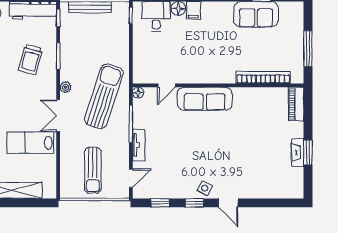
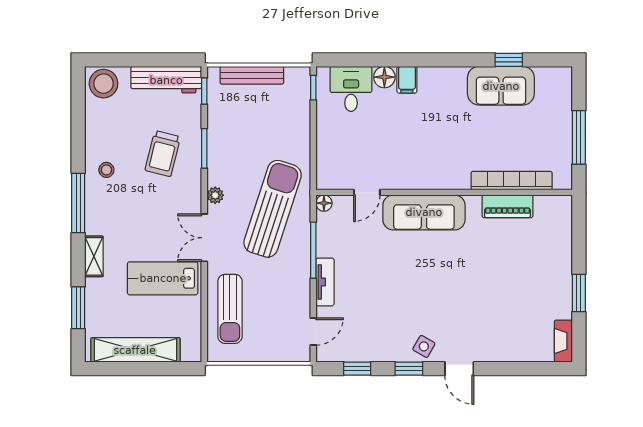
piano: (296, 104) -> (507, 206), moved, turned -90
fireplace: (298, 153) -> (563, 341), moved
sun lounger: (93, 170) -> (230, 309), moved

